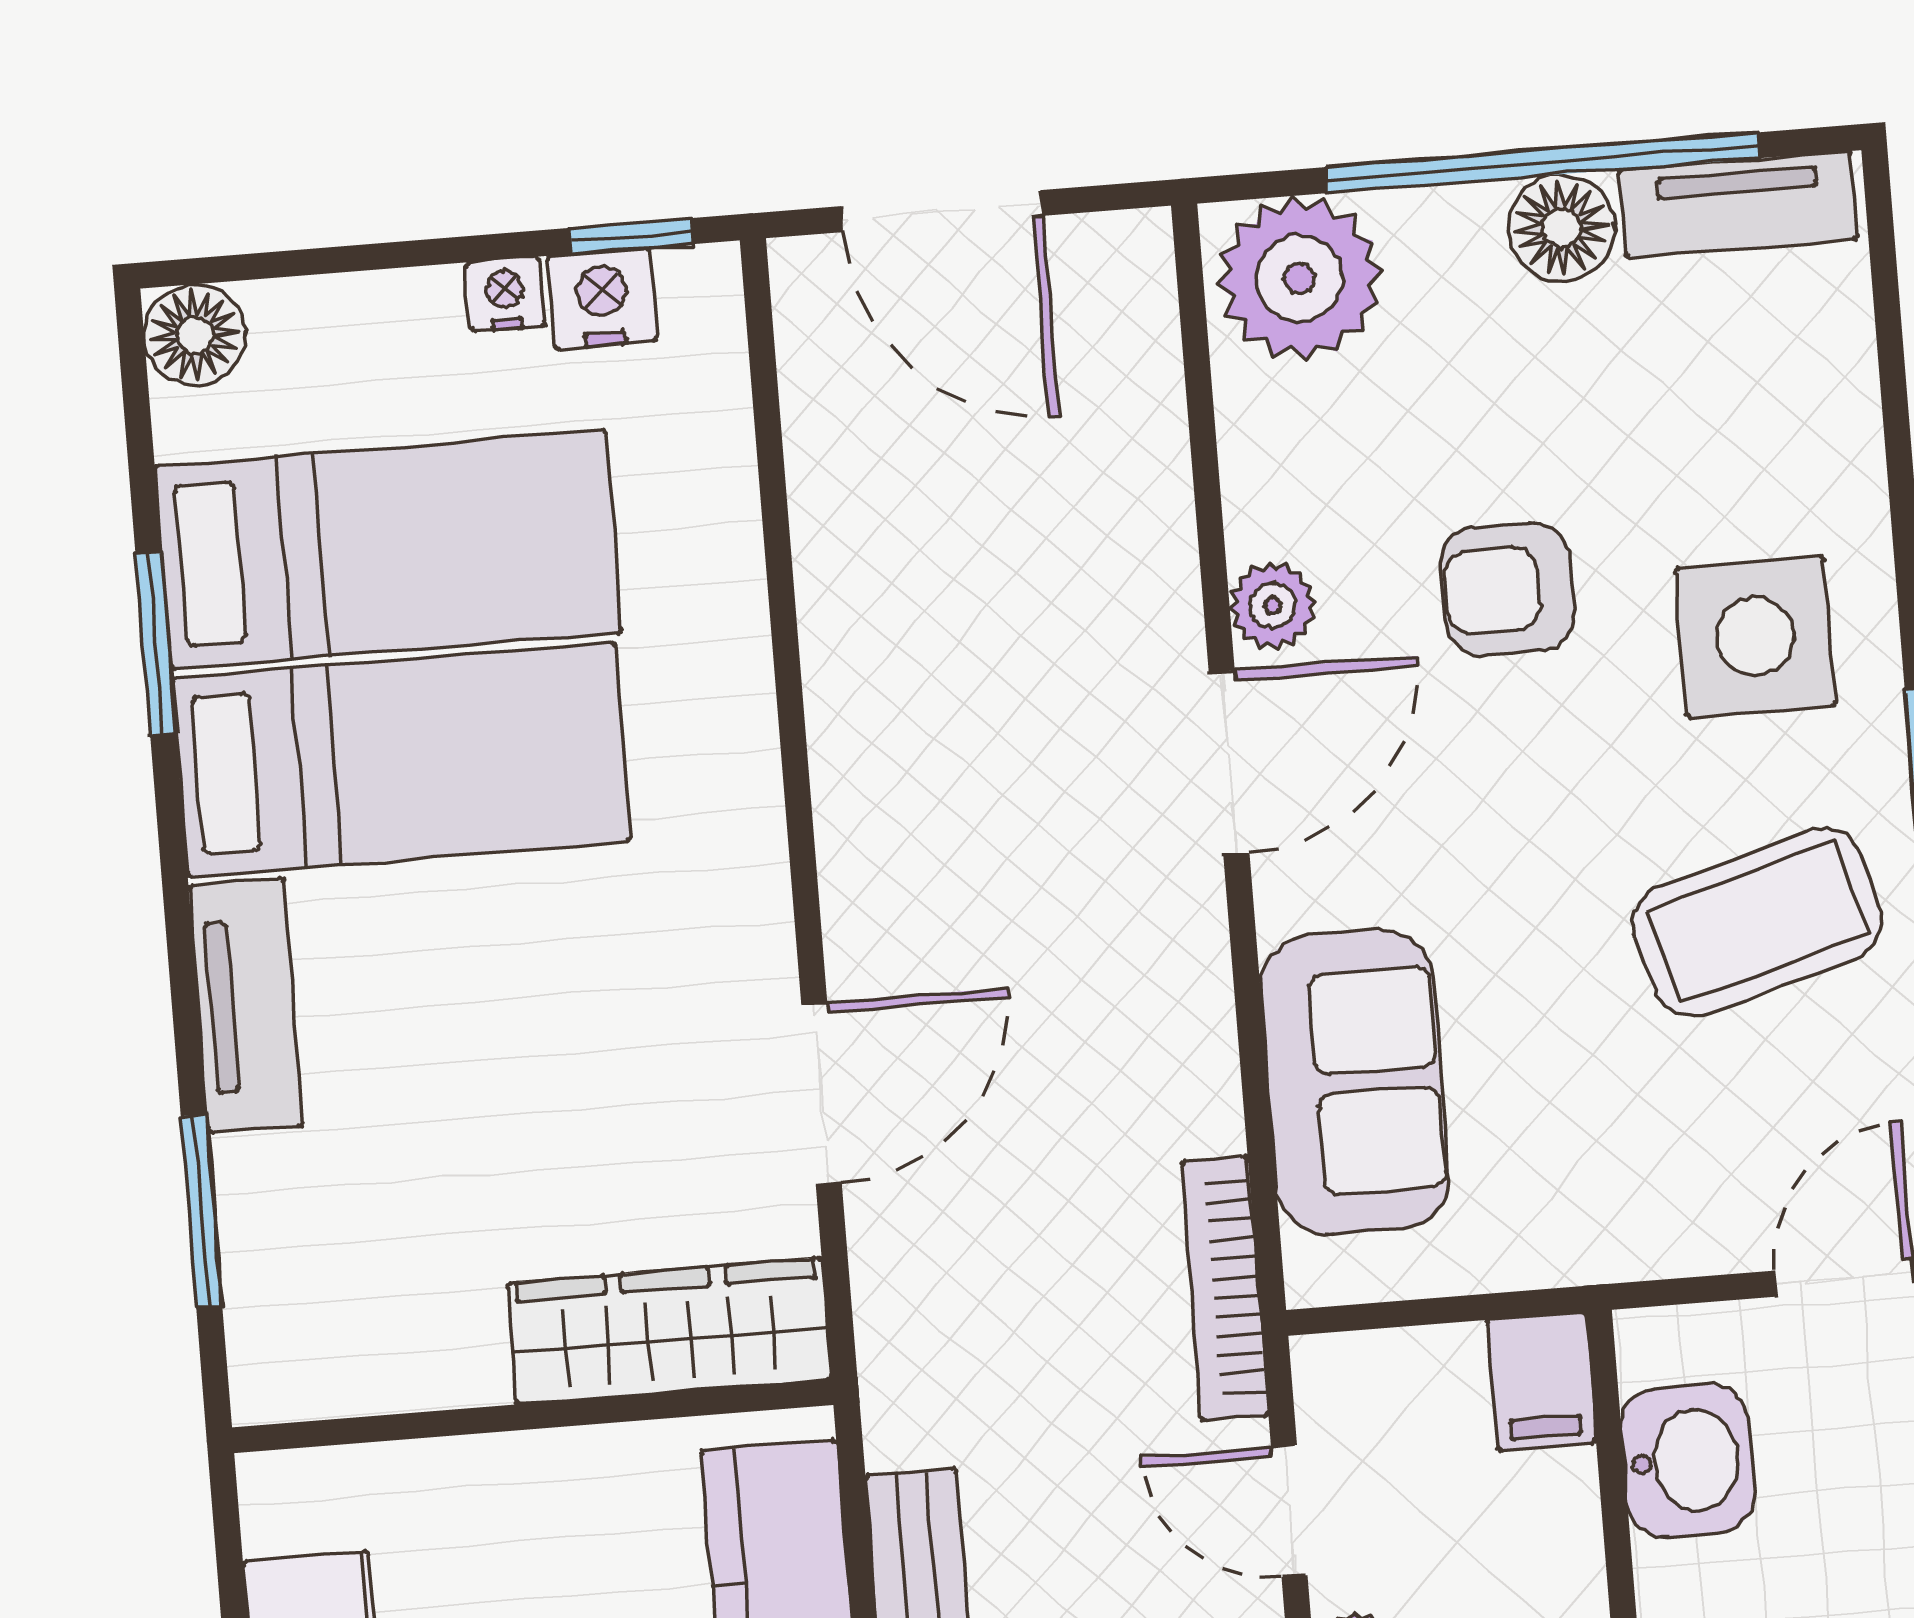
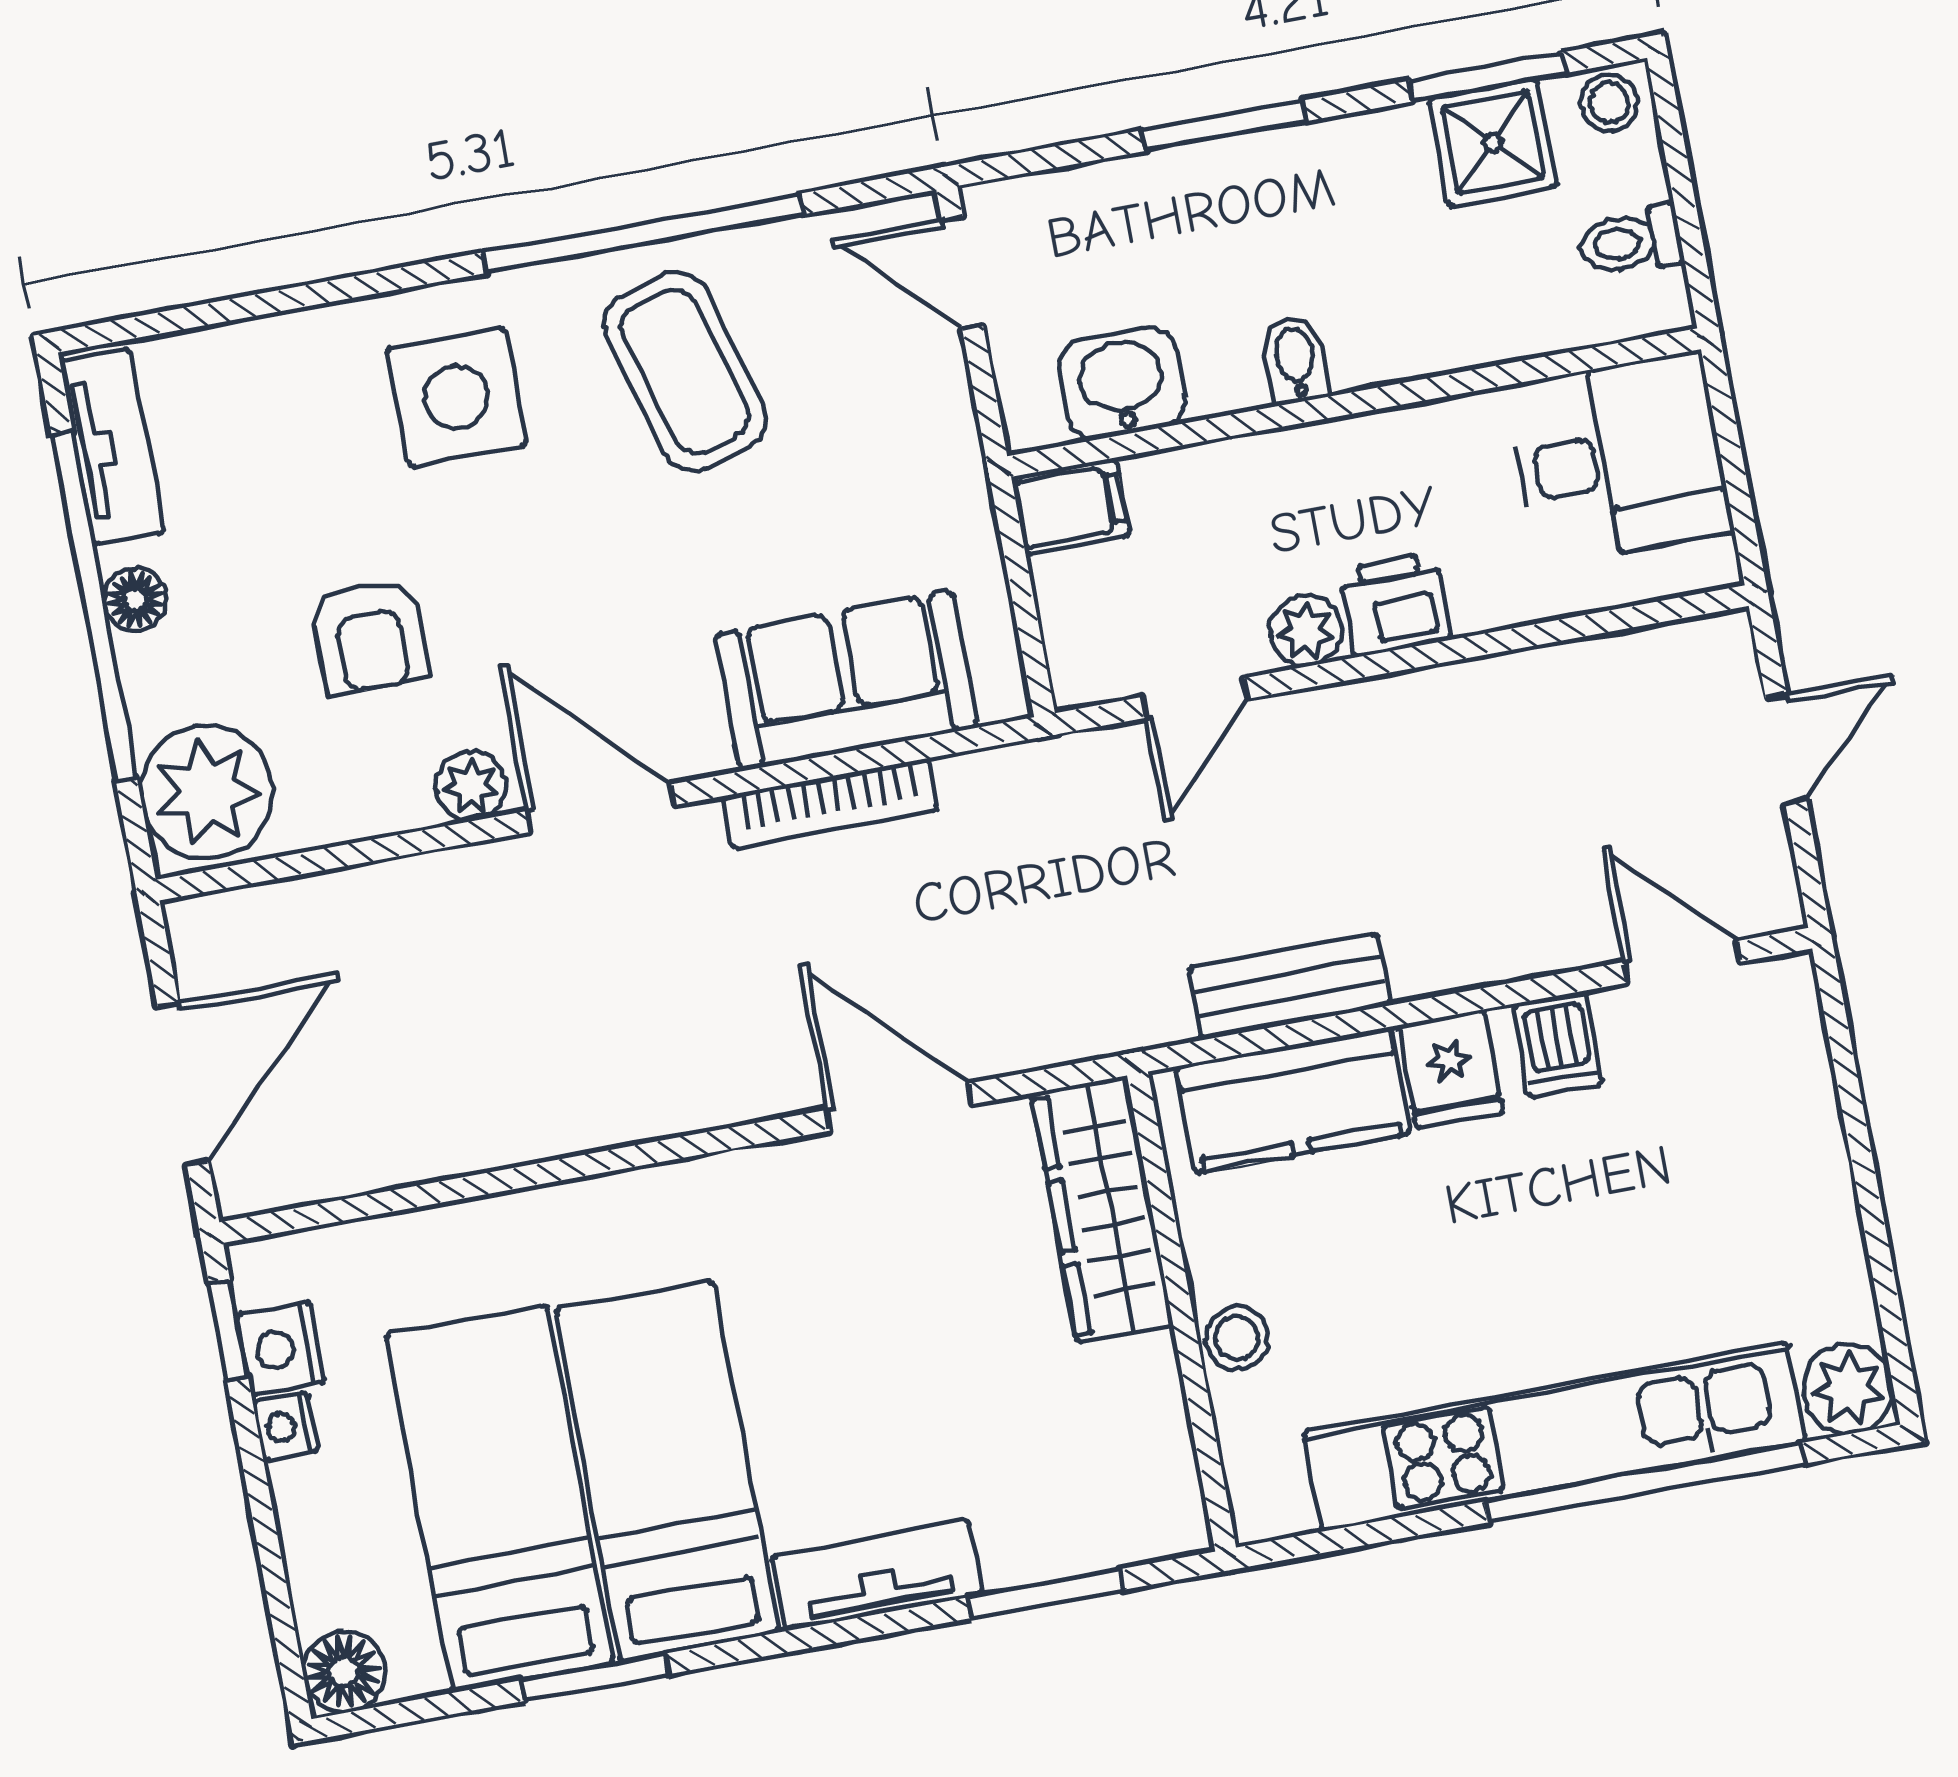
floor lamp: (1562, 228) -> (135, 600), width x0.73, depth x0.73
armchair: (1507, 589) -> (370, 636), moved
bookcase: (1225, 1288) -> (830, 803), moved
stool: (493, 1481) -> (1237, 1338), added

